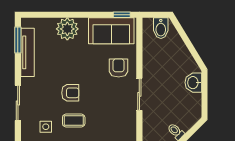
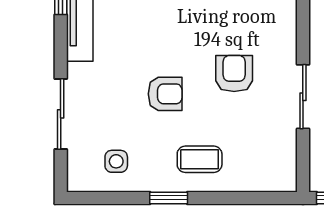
armchair: (119, 68) -> (234, 73), moved
coffee table: (74, 121) -> (200, 159), moved

